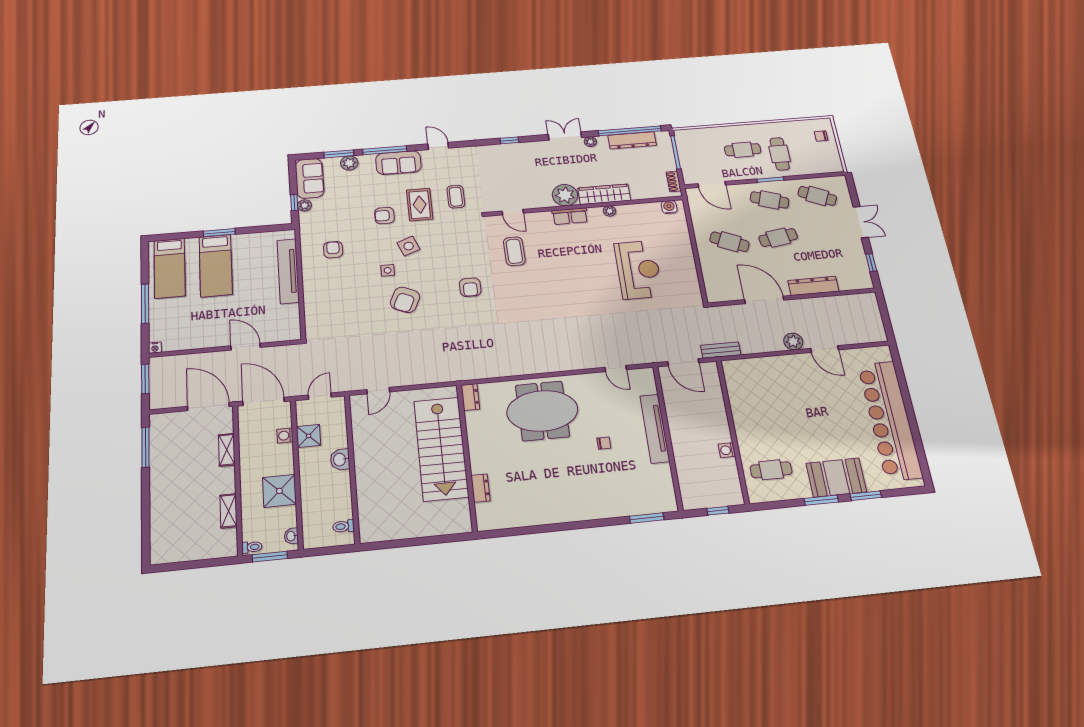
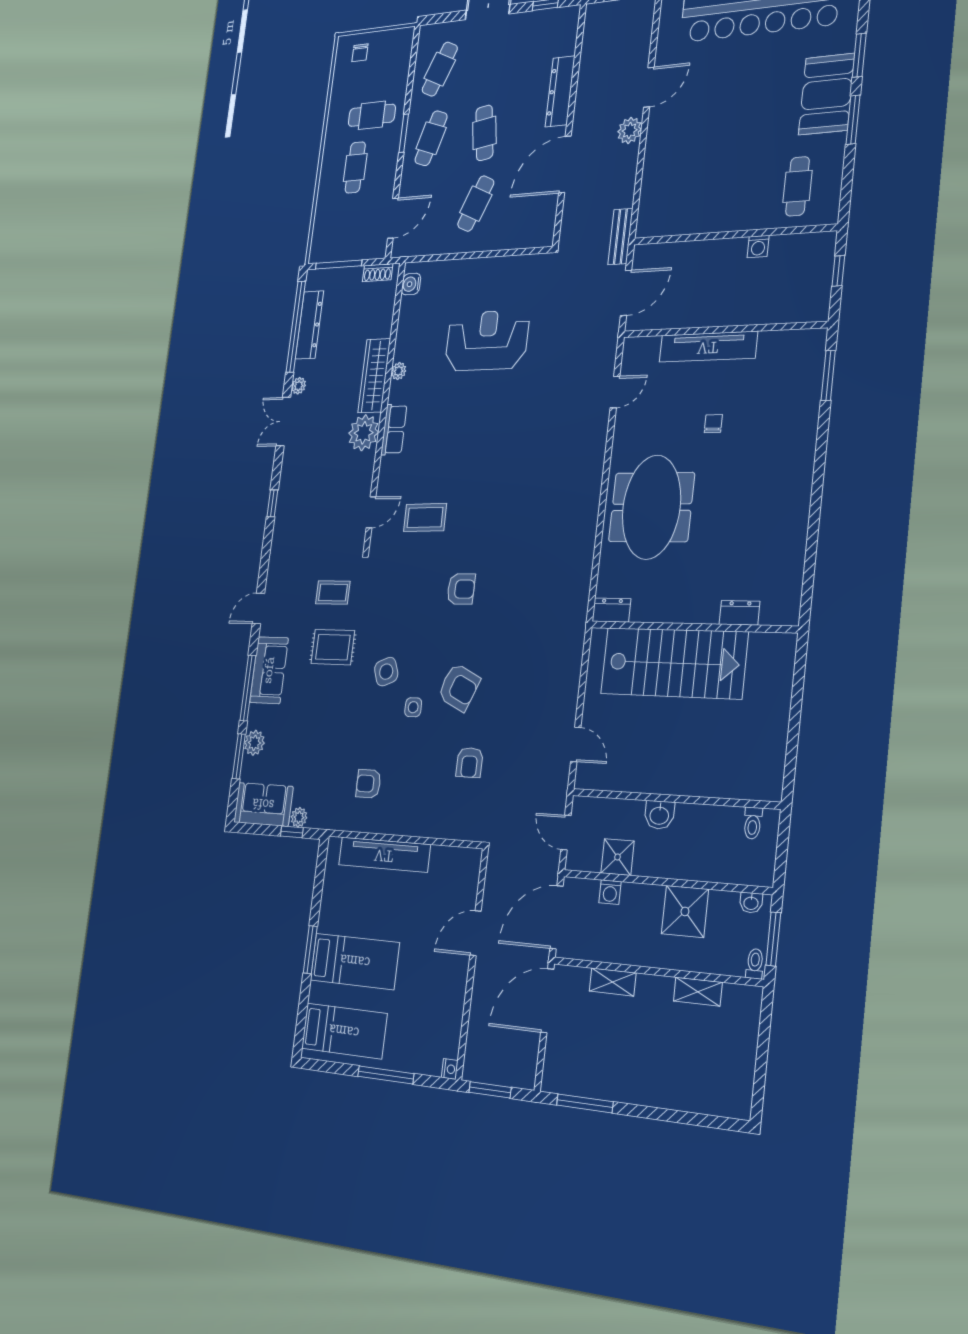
armchair: (385, 216) -> (469, 762), moved

